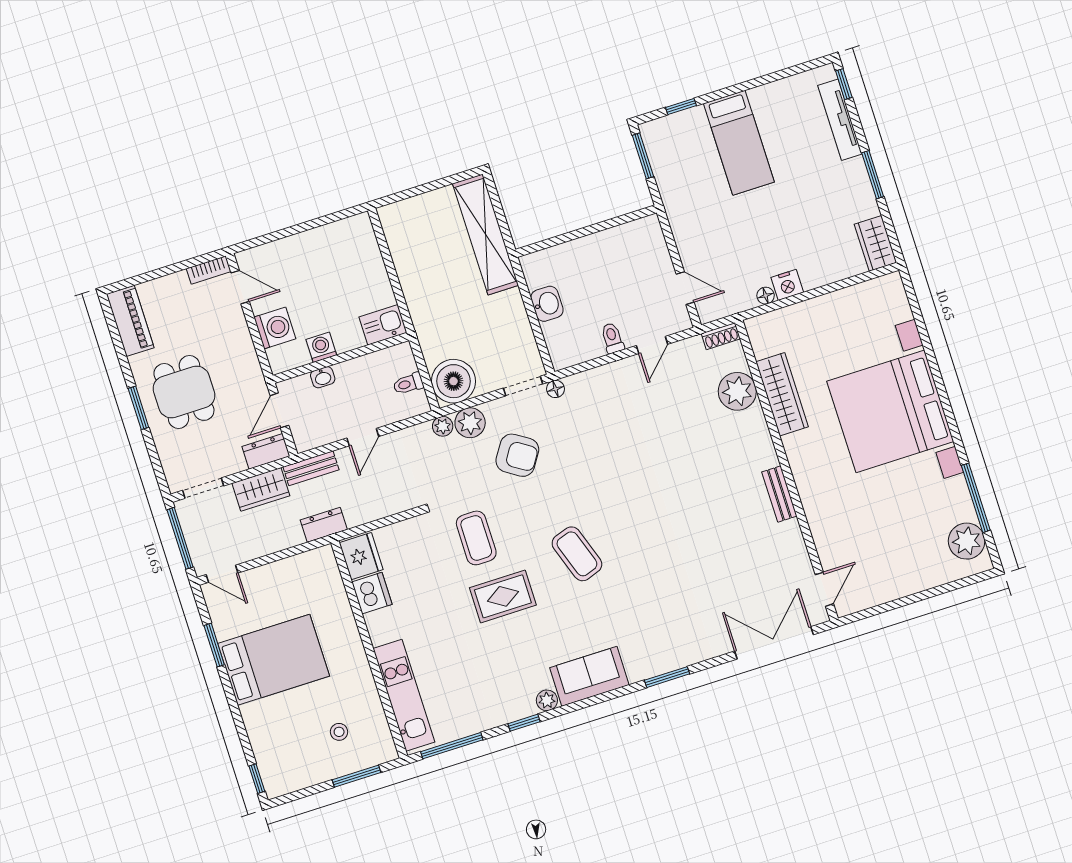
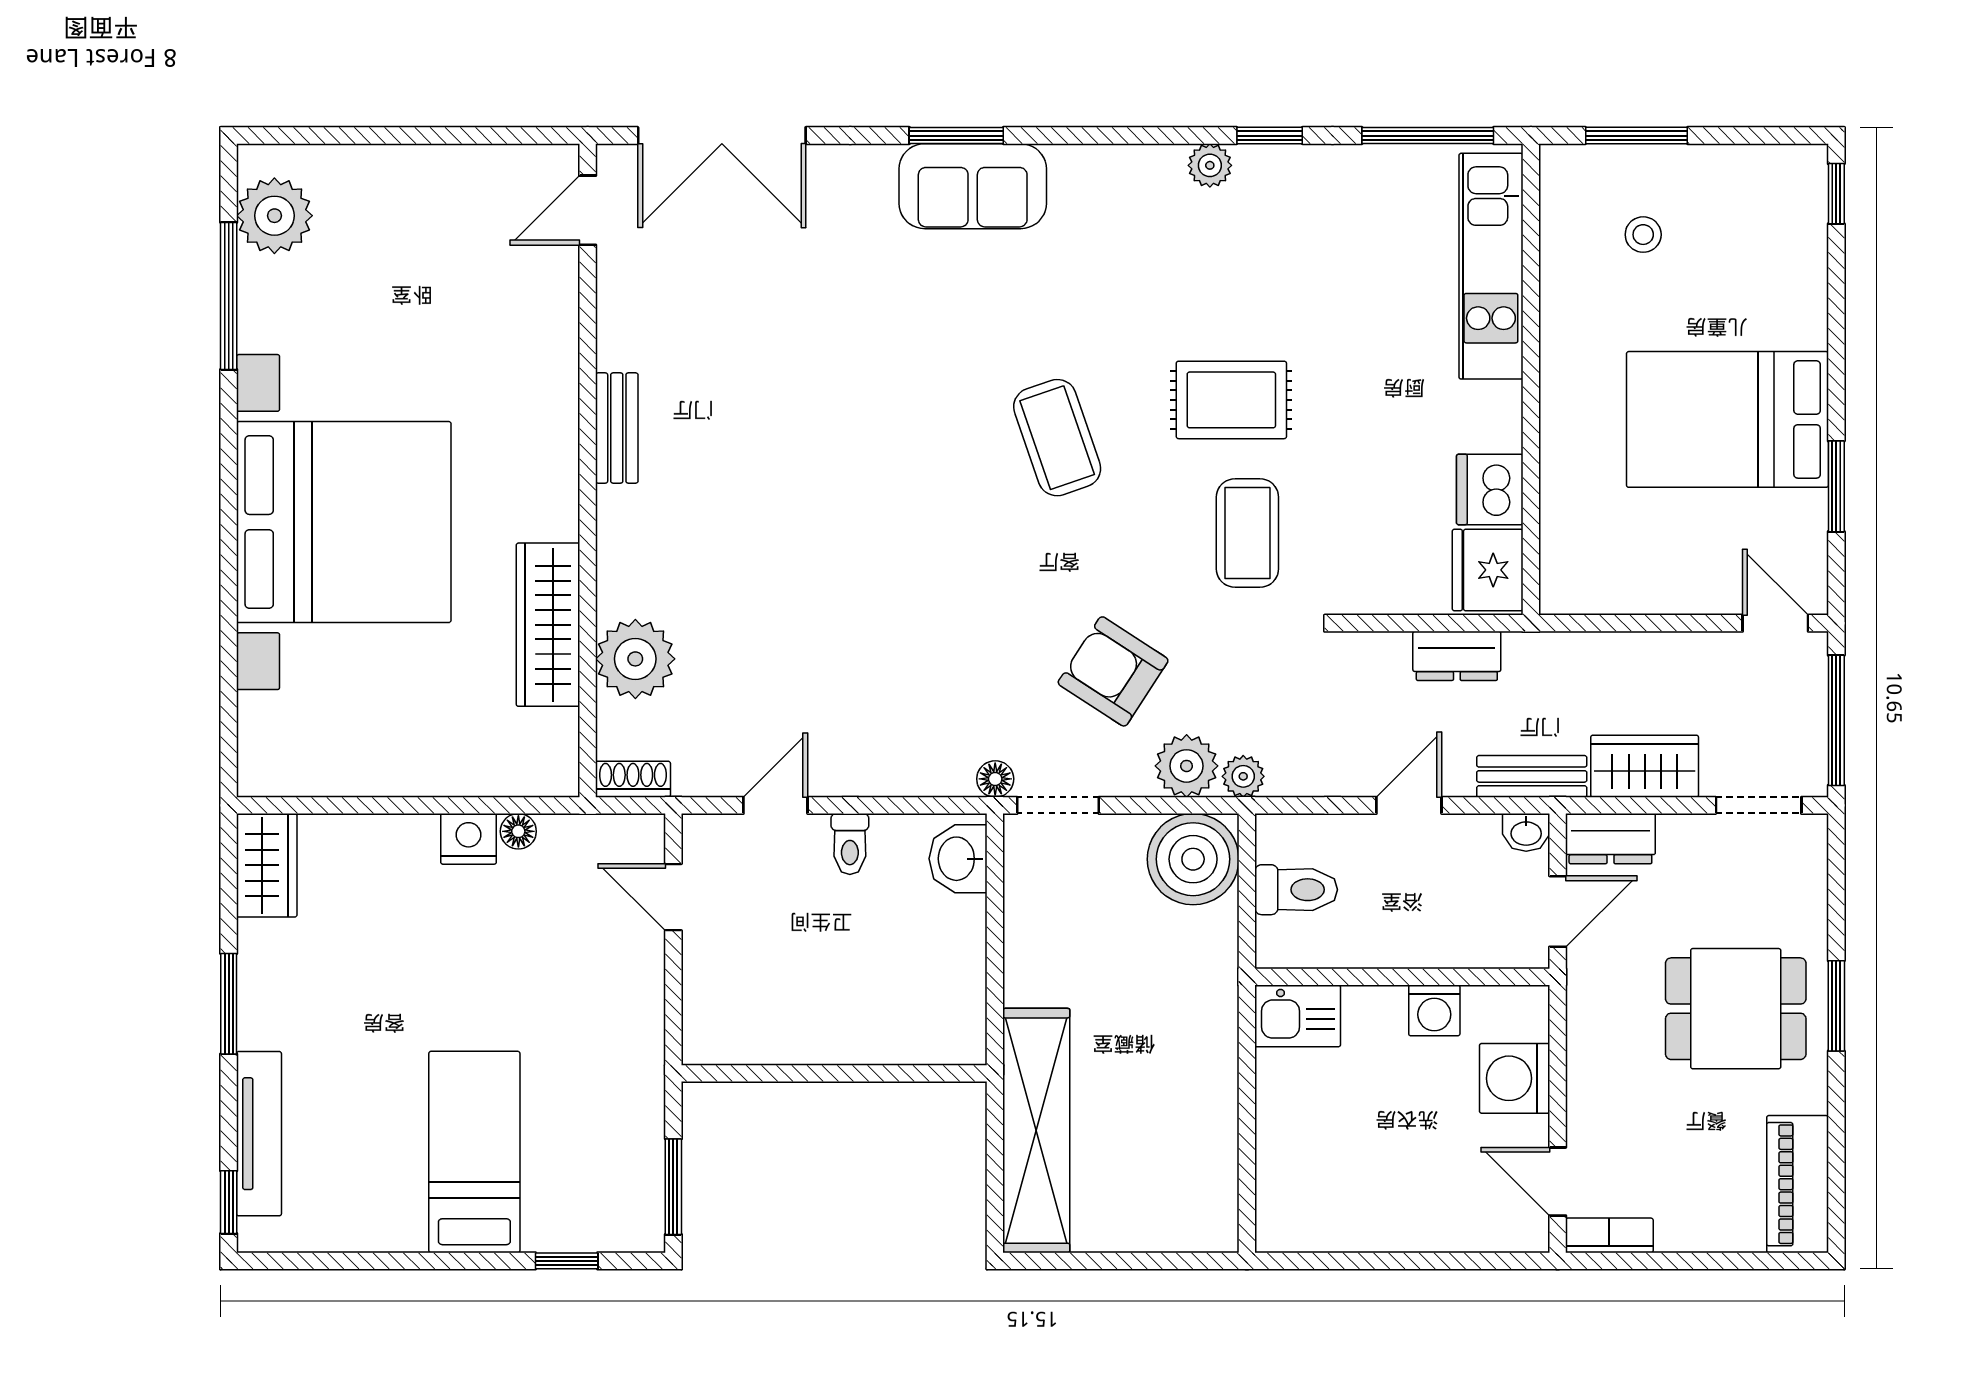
washbasin: (547, 304) -> (958, 859), moved
washbasin: (323, 377) -> (1526, 832), moved, turned 180
toilet: (408, 384) -> (1296, 890), width x1.37, depth x1.39
dining table: (184, 392) -> (1736, 1009), turned 90
dresser: (324, 525) -> (1457, 656), moved
sofa: (589, 676) -> (973, 186), moved

